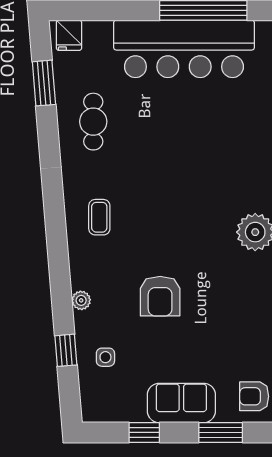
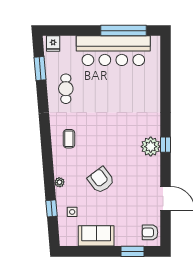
armchair: (160, 296) -> (101, 180), turned 143
sofa: (181, 403) -> (96, 236), moved
window: (144, 432) -> (93, 251), removed

